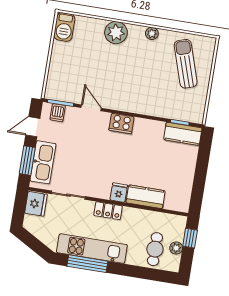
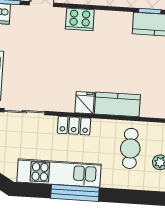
cafe table: (155, 249) -> (130, 148), moved
window: (87, 264) -> (75, 193), moved

